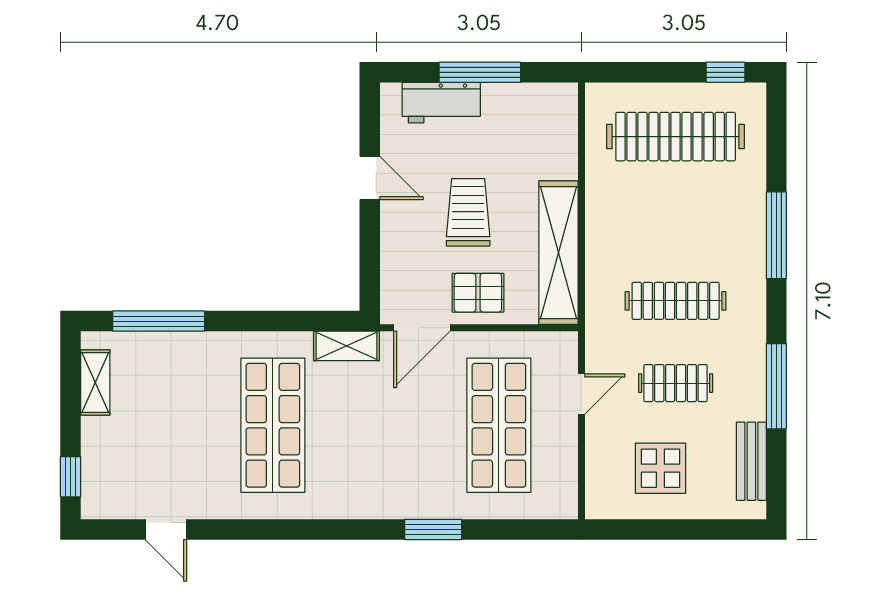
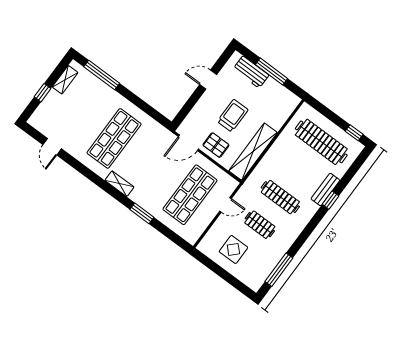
door: (370, 178) -> (208, 80), swing flipped
window: (776, 235) -> (331, 200), width x0.46
shelving: (347, 346) -> (119, 184), moved
window: (776, 386) -> (279, 270), moved
bench: (751, 461) -> (325, 190), moved
window: (71, 477) -> (43, 93), moved

